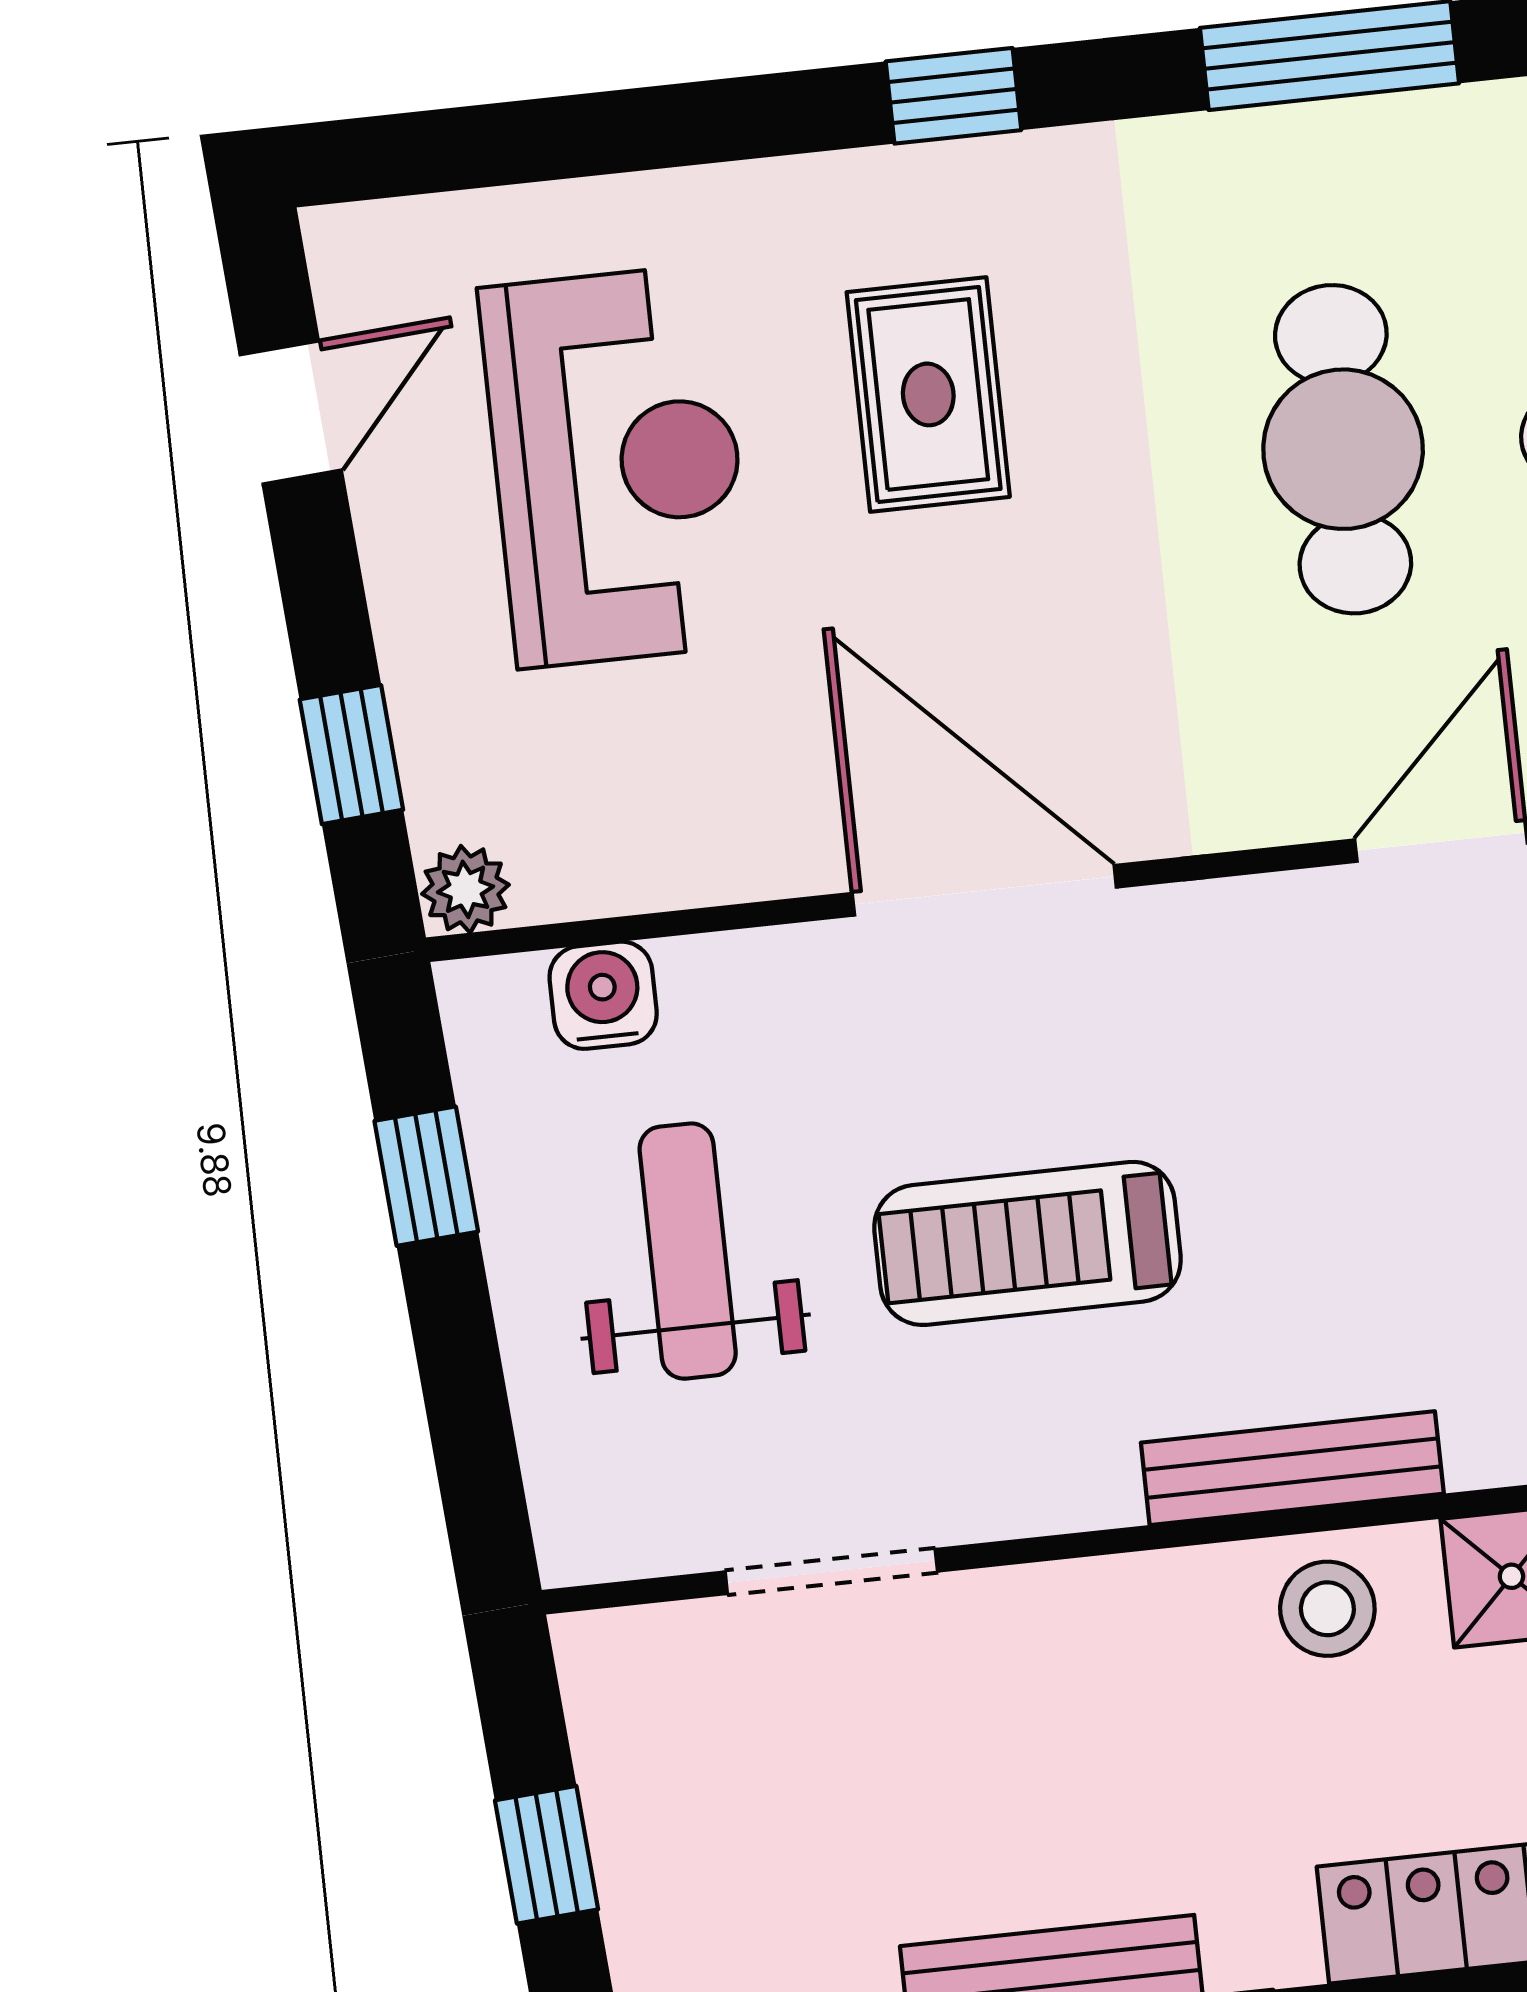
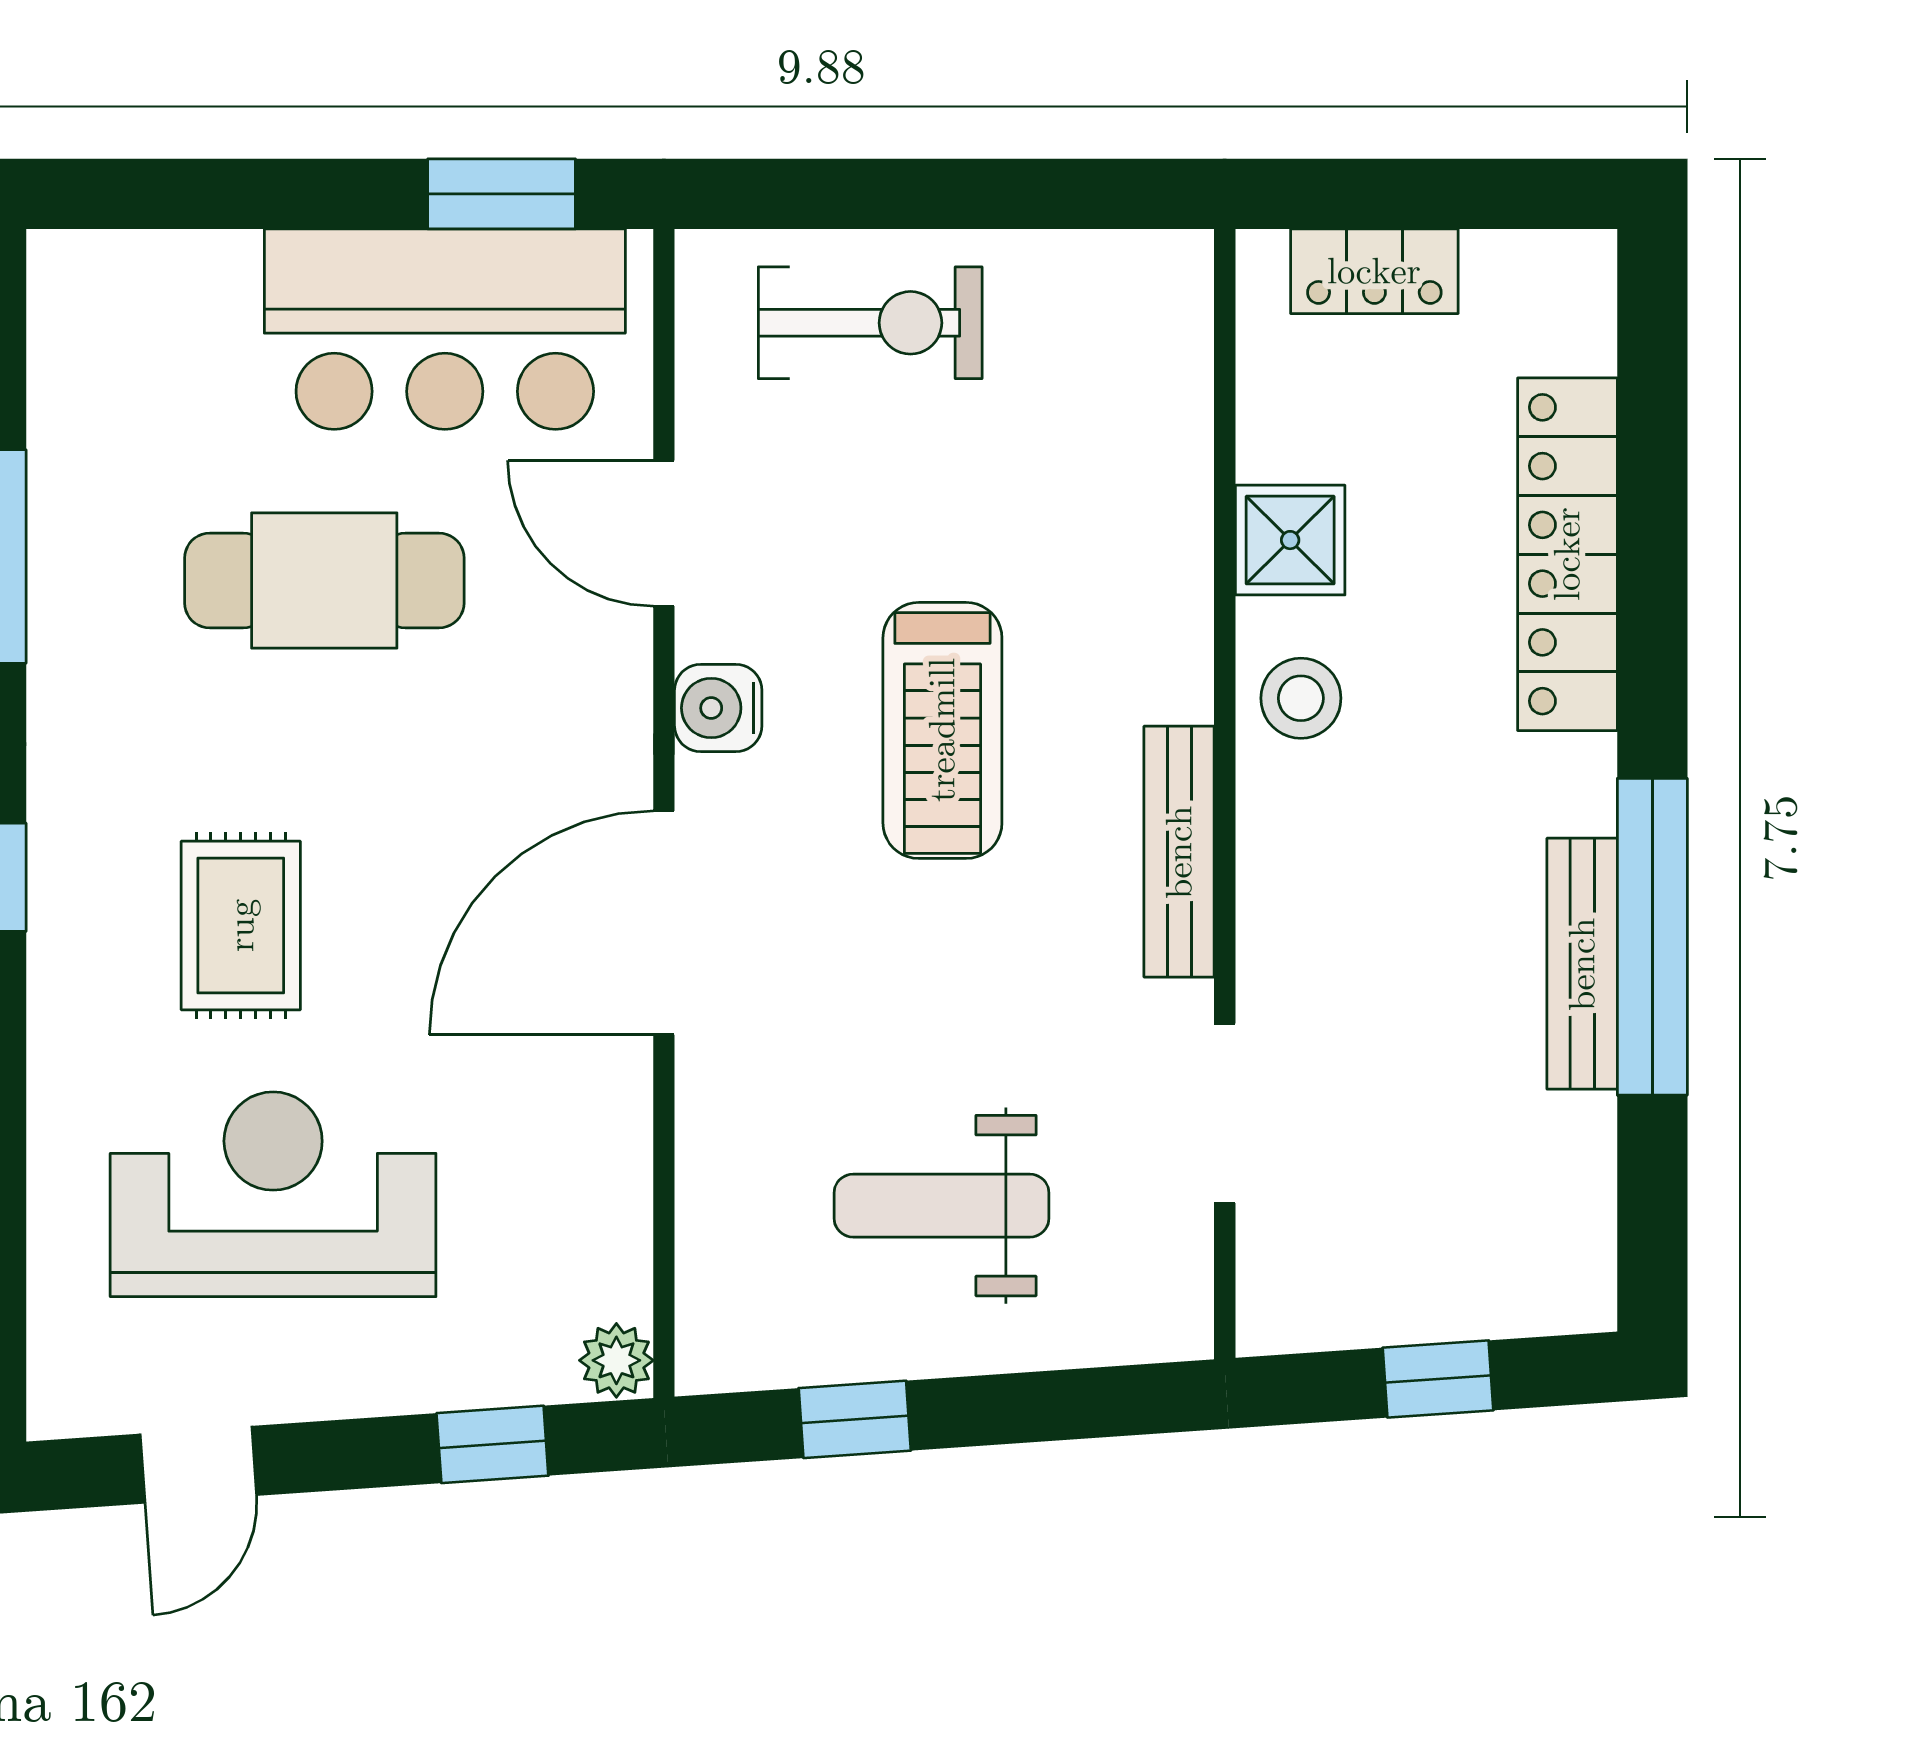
rug: (928, 394) -> (241, 925), turned 90
door: (291, 412) -> (198, 1465), swing flipped
water cooler: (603, 995) -> (718, 708), moved
treadmill: (1028, 1243) -> (942, 730), moved
bench: (1292, 1468) -> (1179, 852), moved

